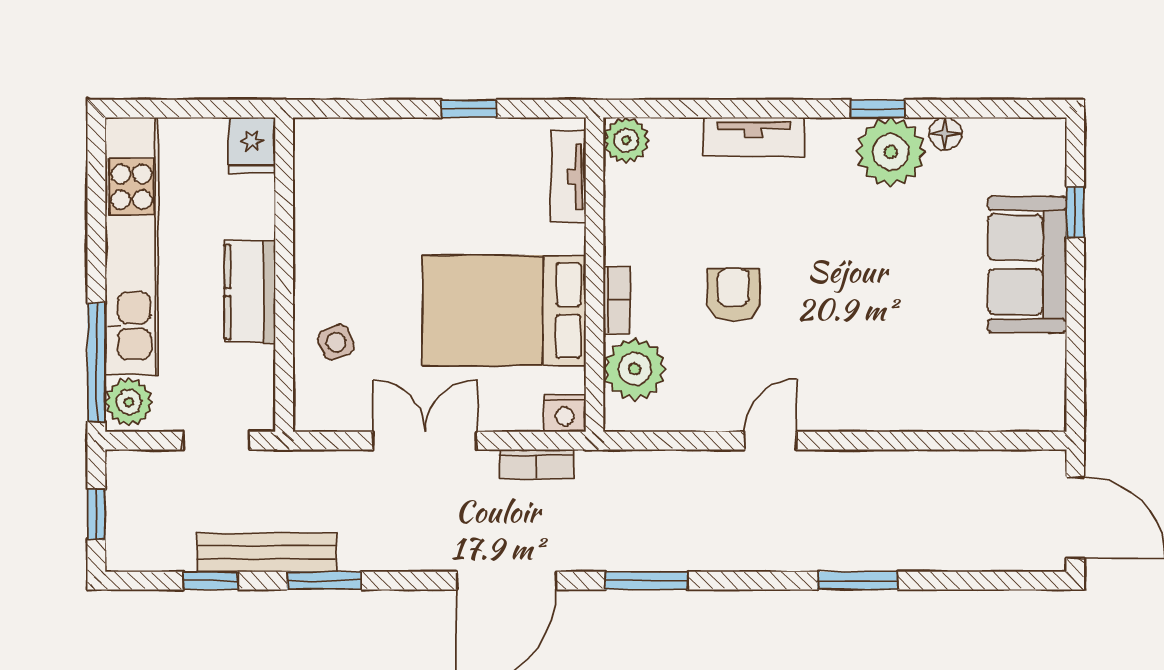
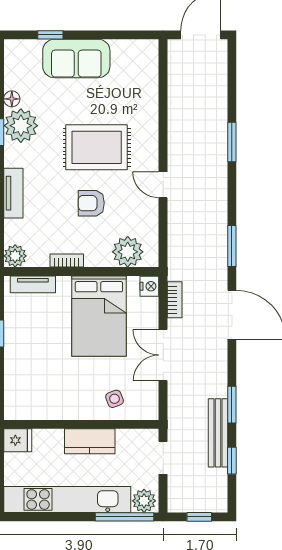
bookcase: (617, 300) -> (67, 261), moved
rug: (847, 306) -> (97, 147), added

